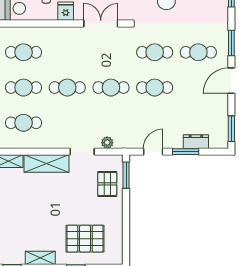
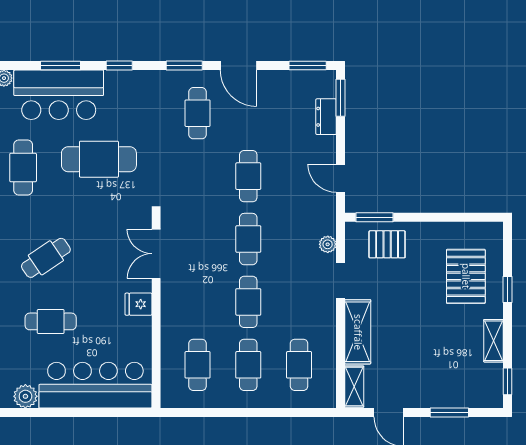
cafe table: (155, 52) -> (198, 176), removed
window: (186, 152) -> (340, 98), moved

